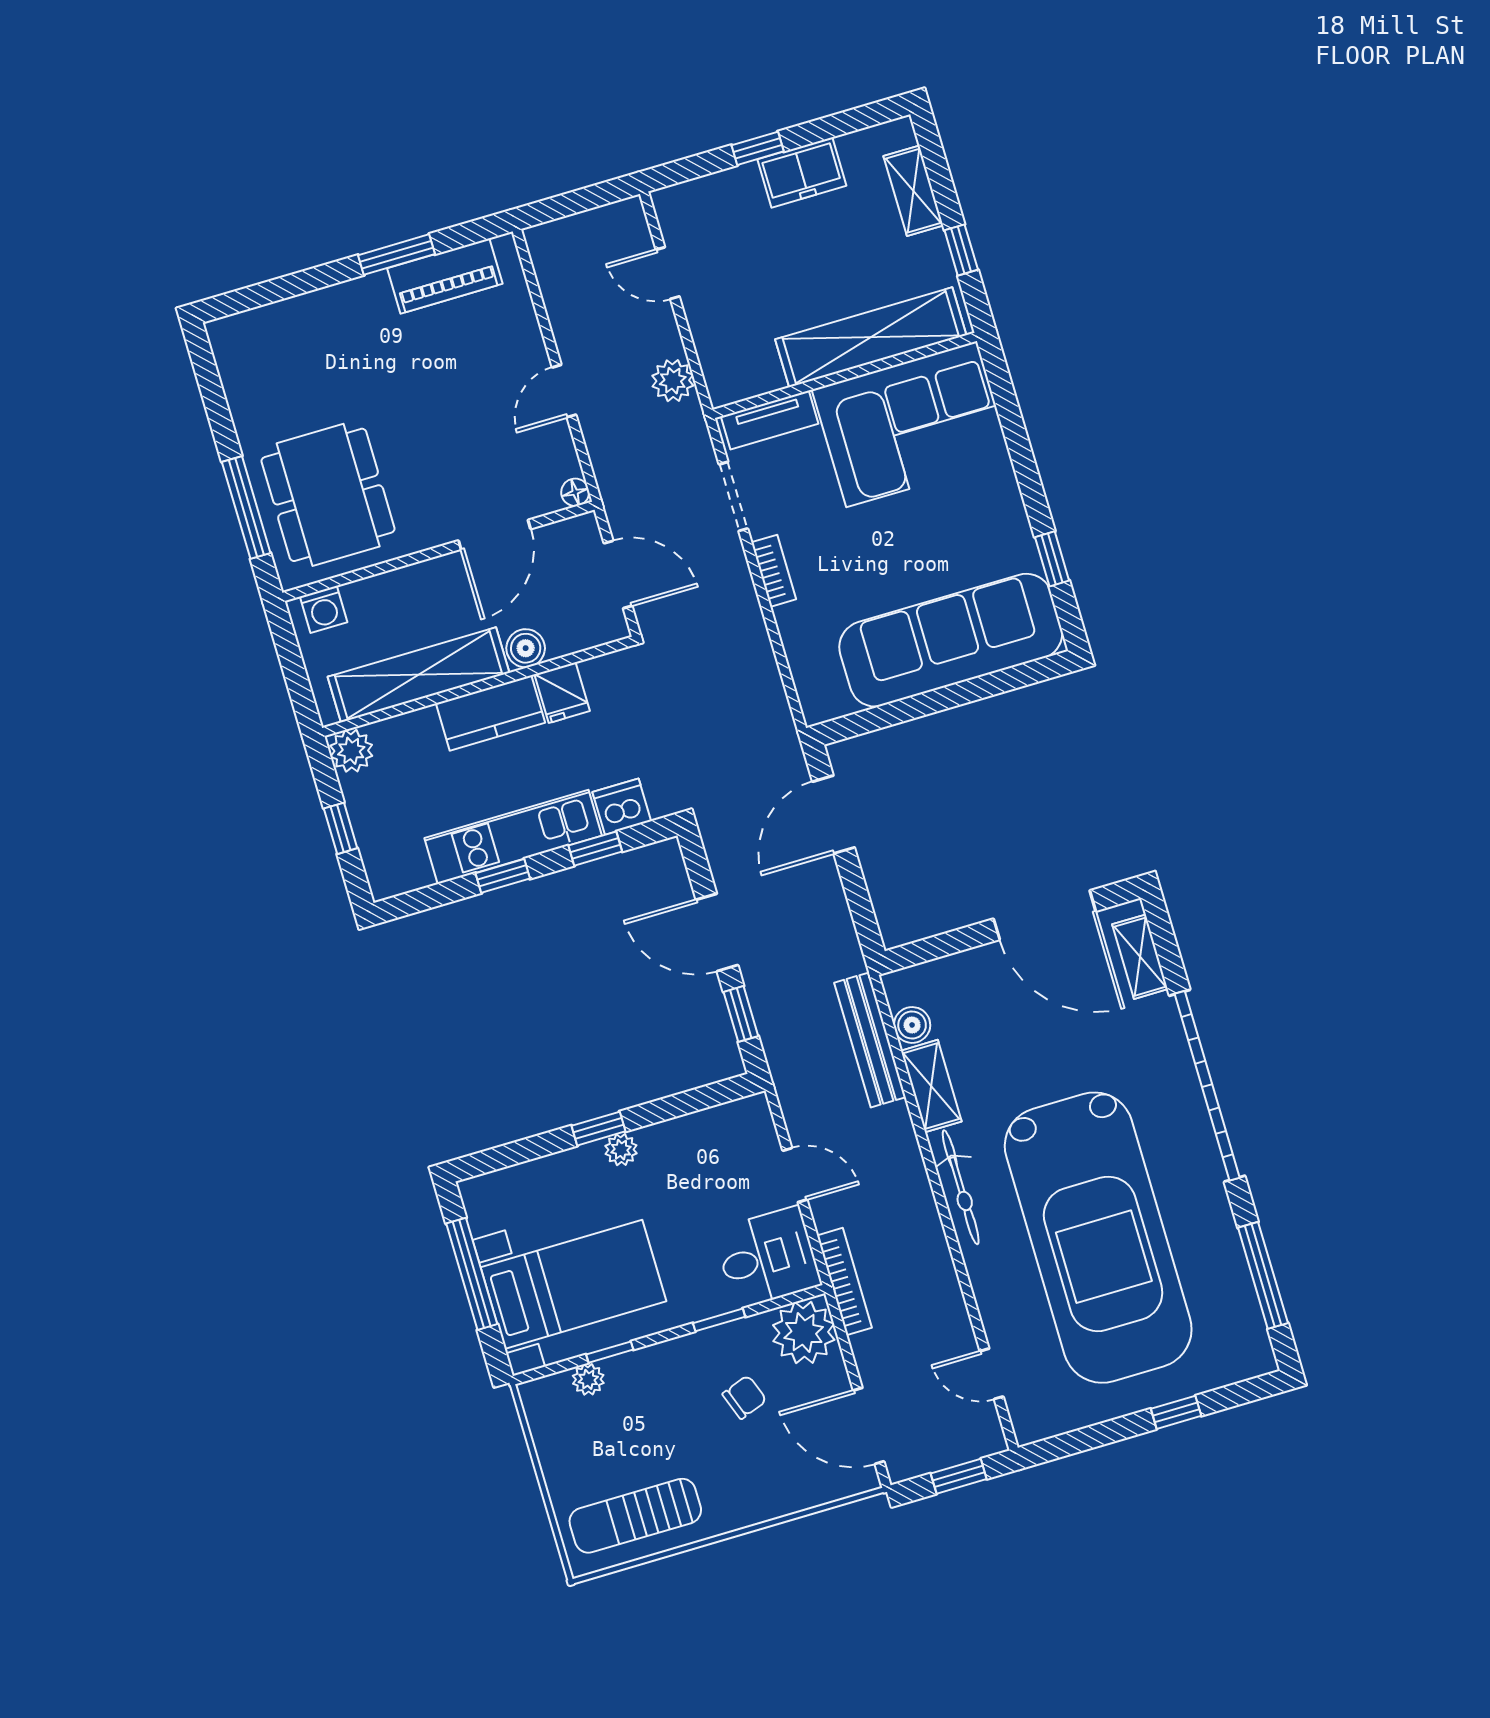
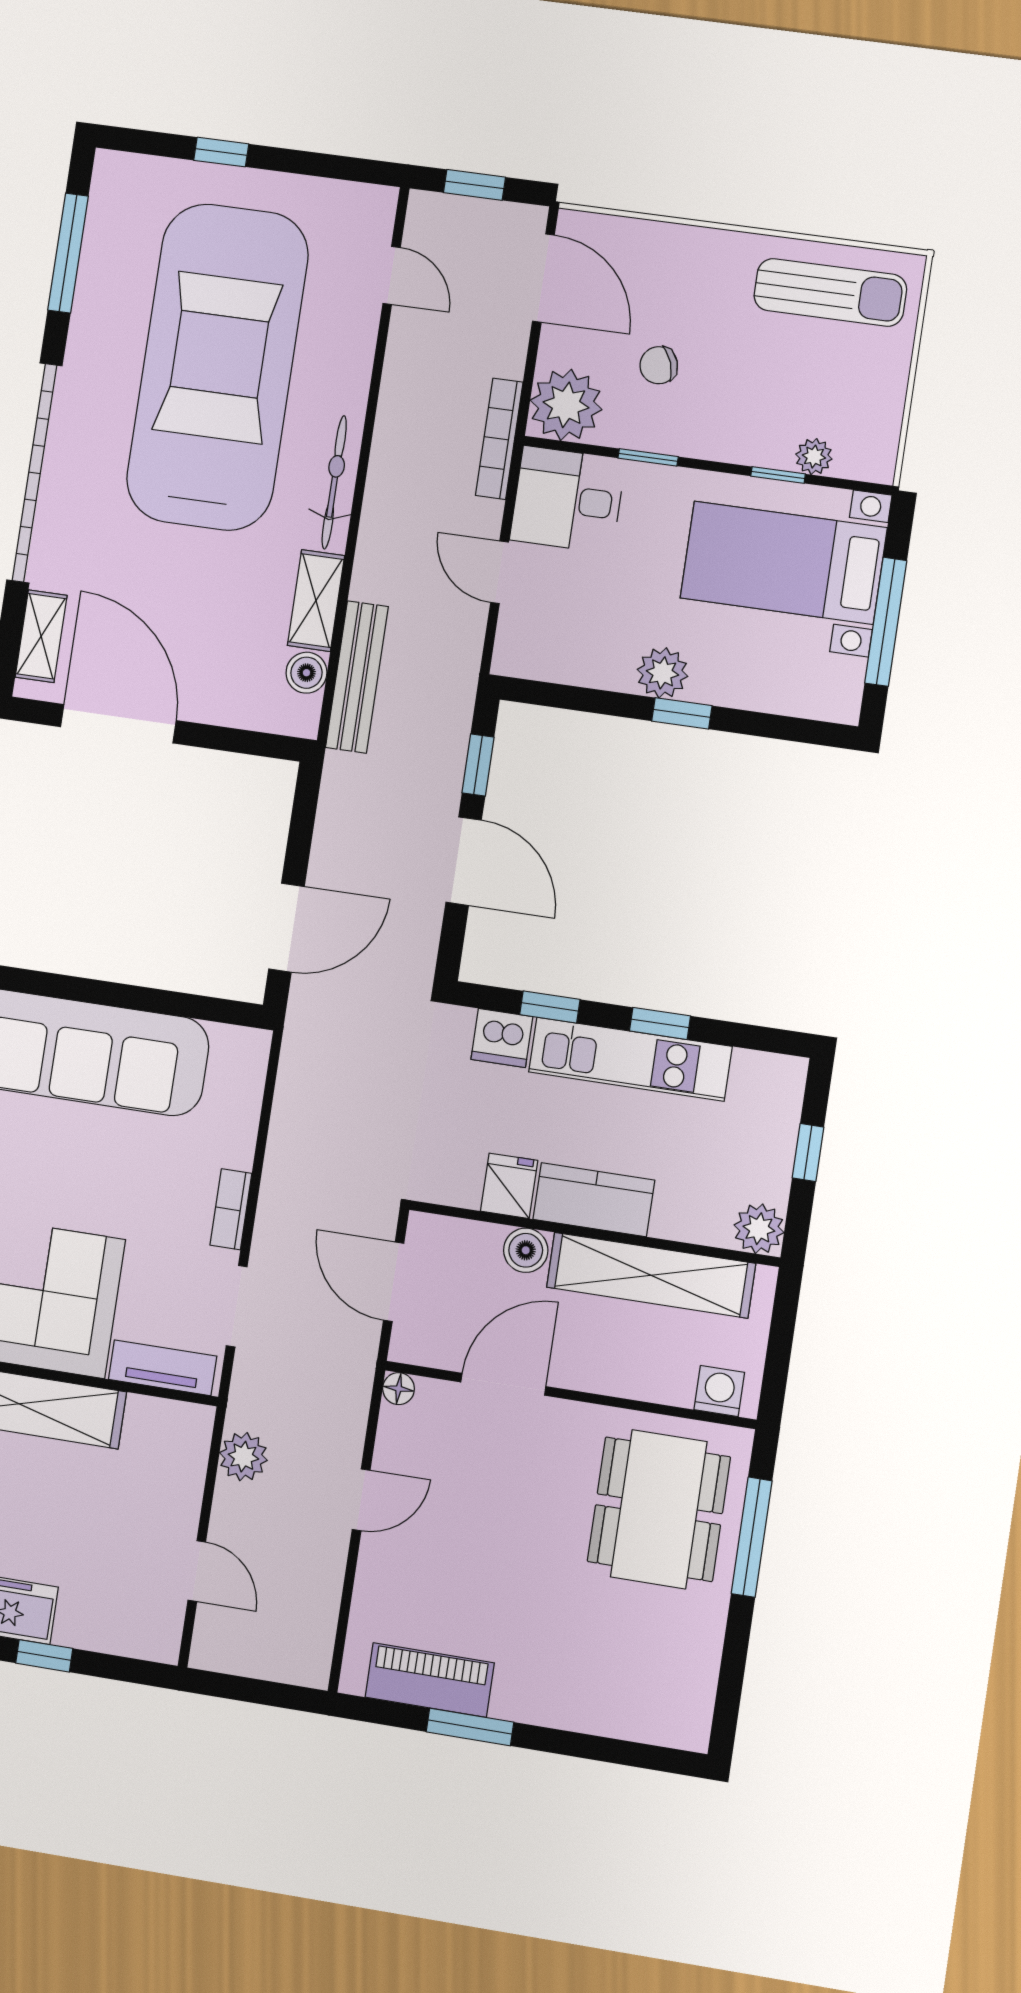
plant: (621, 1150) -> (663, 673), width x1.38, depth x1.38

